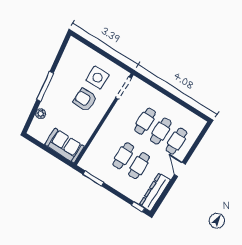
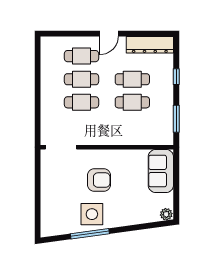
side table: (98, 78) -> (92, 214), moved
window: (45, 86) -> (90, 234), moved
armchair: (85, 100) -> (99, 180), turned -90
plant: (41, 114) -> (166, 214), moved
window: (138, 207) -> (176, 77), moved

